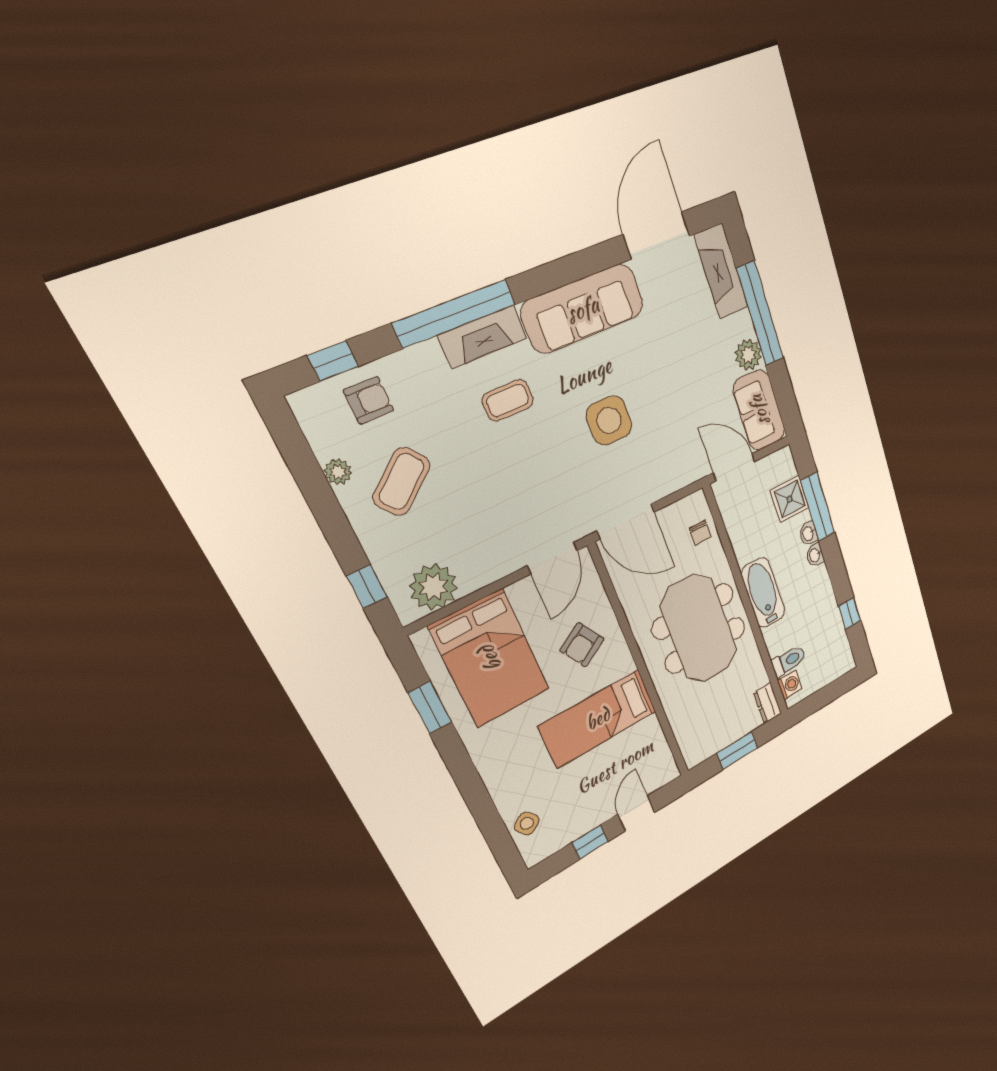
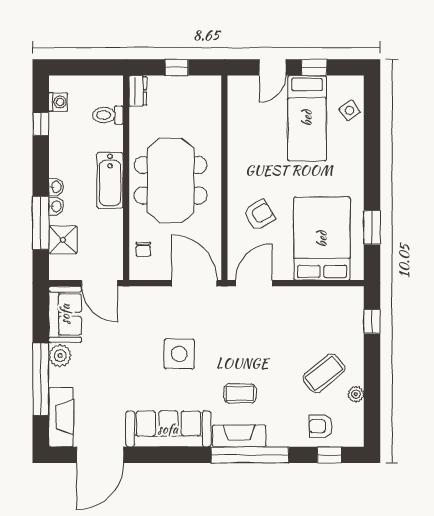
chair: (700, 533) -> (143, 249), turned 180
plant: (434, 587) -> (335, 302), removed
washing machine: (790, 685) -> (58, 102), moved, turned 180
bed: (598, 719) -> (307, 118), moved, turned 90
window: (737, 751) -> (177, 67), width x0.67

